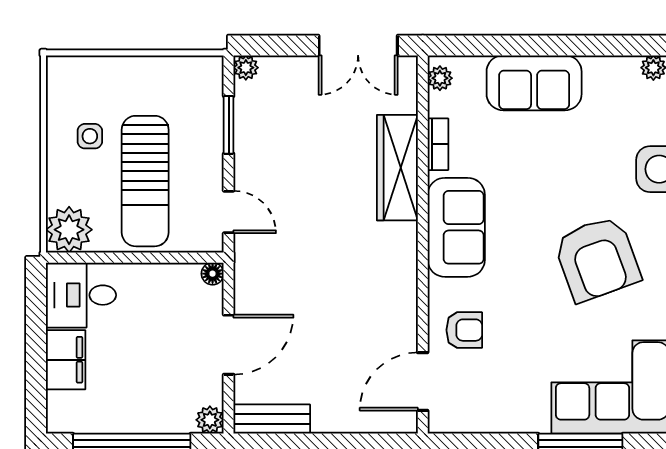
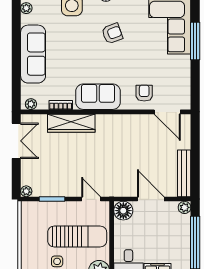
sofa: (534, 83) -> (33, 54), width x1.36
door: (229, 212) -> (91, 199), hinge flipped
armchair: (597, 259) -> (112, 33), width x0.53, depth x0.53
floor lamp: (213, 274) -> (123, 211), width x1.89, depth x1.89
bench: (272, 419) -> (184, 173), width x1.36

